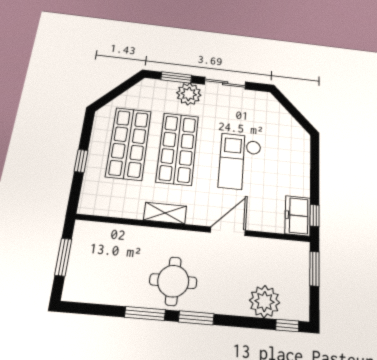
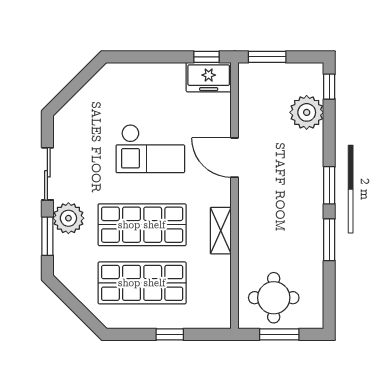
round table: (173, 281) -> (274, 298), moved

